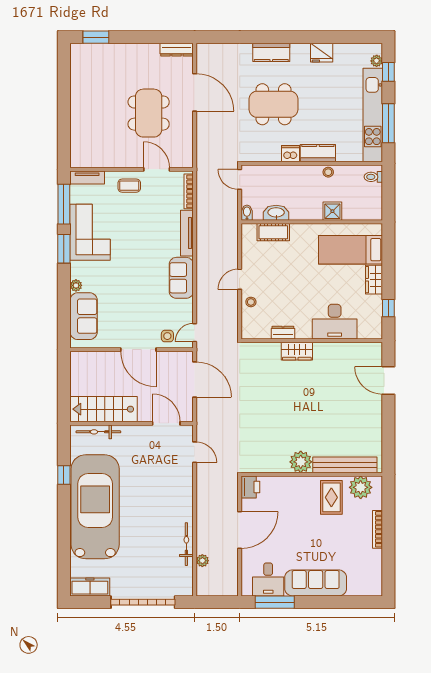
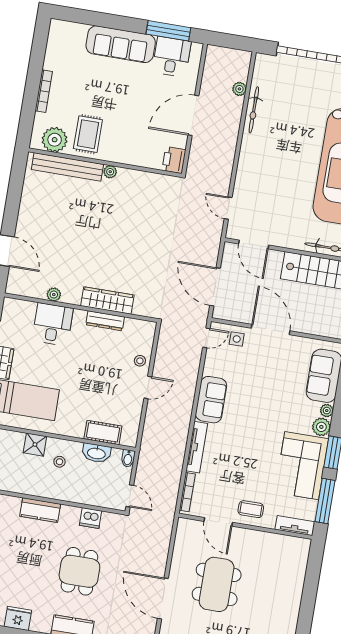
dining table: (274, 104) -> (79, 571), width x0.73
dishwasher: (290, 154) -> (91, 518), moved
stool: (328, 172) -> (59, 462), moved
plant: (78, 270) -> (321, 427), added
desk: (335, 322) -> (53, 324), width x0.73
dresser: (283, 333) -> (105, 321), width x1.44
plant: (338, 348) -> (54, 295), added
wardrobe: (297, 351) -> (107, 301), width x1.50
plant: (301, 462) -> (110, 172), width x0.53, depth x0.53

